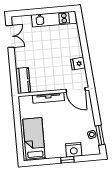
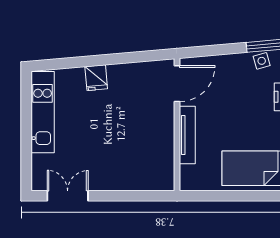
fridge: (78, 64) -> (96, 78), moved
kitchen counter: (23, 80) -> (151, 179), removed

